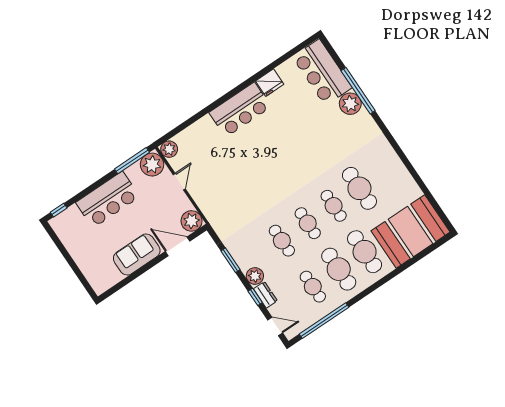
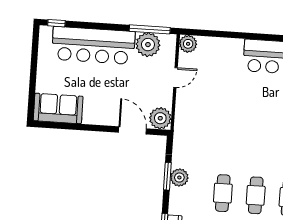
plant: (152, 165) -> (148, 45), moved
bar counter: (108, 200) -> (93, 45), width x1.36
sofa: (137, 255) -> (58, 108), moved
plant: (255, 276) -> (179, 178), moved

